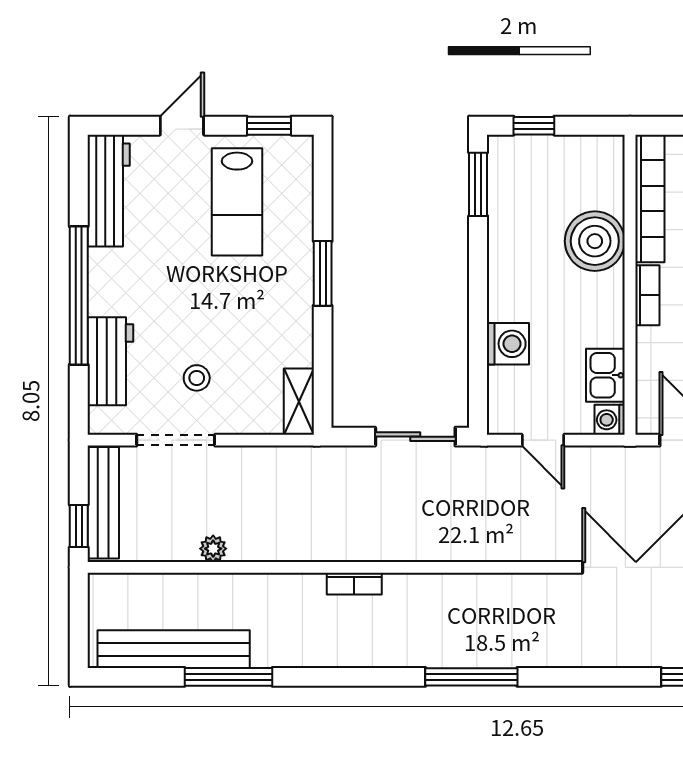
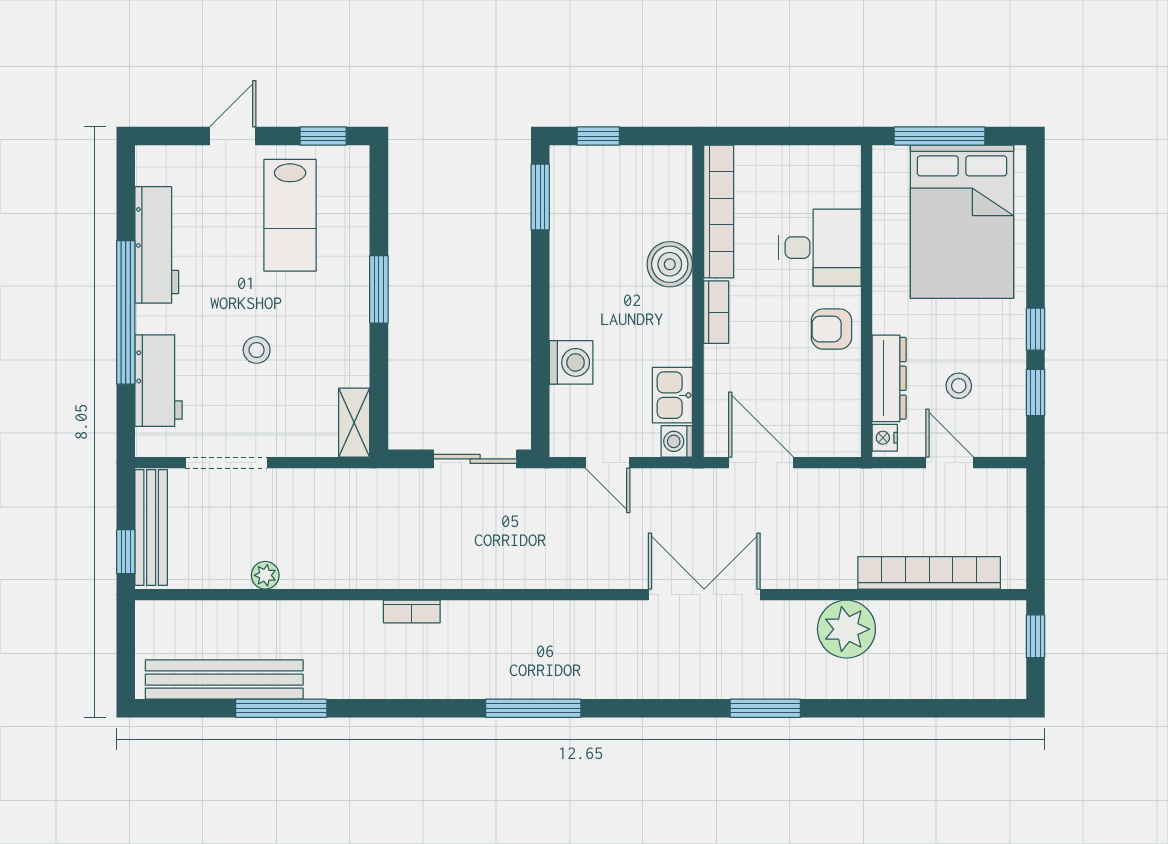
workbench: (109, 191) -> (157, 245), moved
boiler: (595, 241) -> (670, 264), width x0.73, depth x0.73
stool: (197, 378) -> (257, 350), moved

